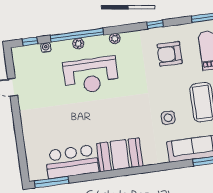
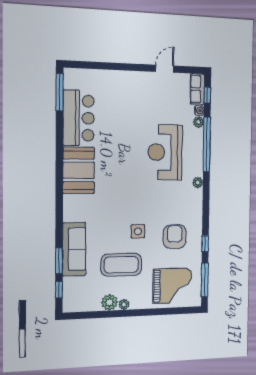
window: (155, 24) -> (205, 243), moved
plant: (78, 44) -> (198, 122), moved
row of seats: (26, 52) -> (197, 89), added
side table: (168, 118) -> (138, 231), moved

